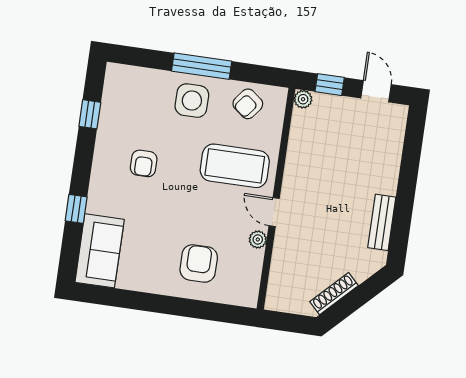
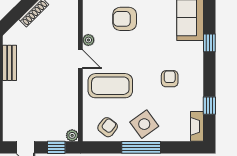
fireplace: (113, 86) -> (197, 126), added
side table: (192, 101) -> (144, 124), turned -36
armchair: (199, 263) -> (125, 19), turned 90

